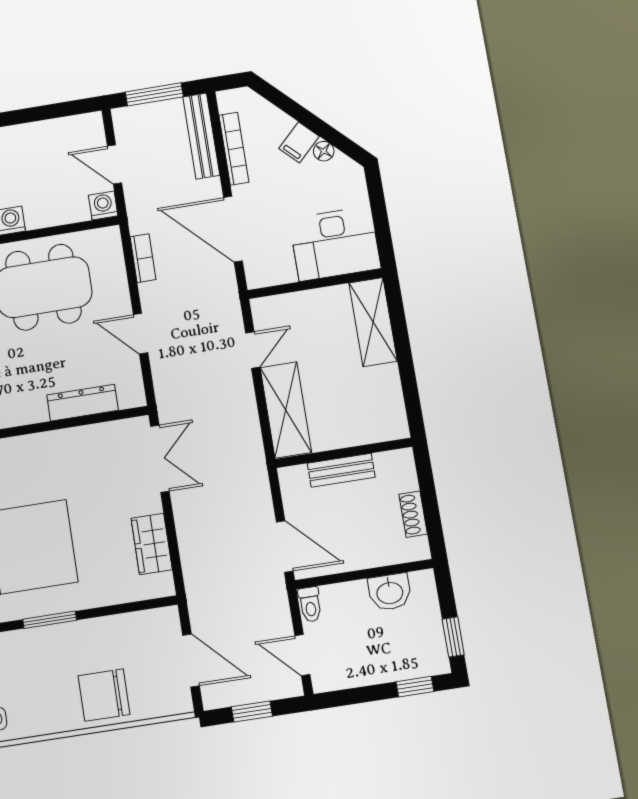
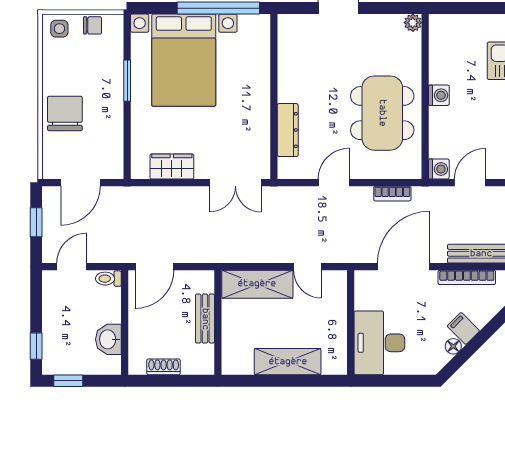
shelving: (373, 322) -> (288, 362), moved

